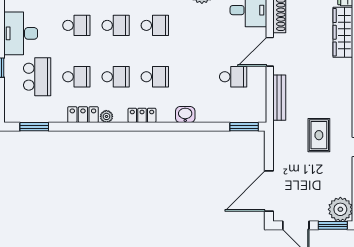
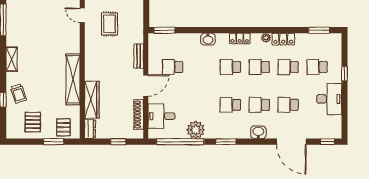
school desk: (37, 77) -> (317, 67), width x0.54
bench: (279, 98) -> (139, 56), width x0.73

